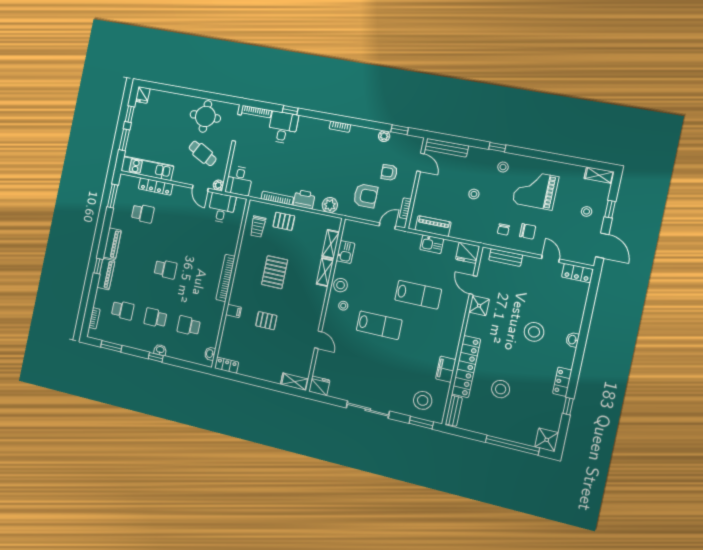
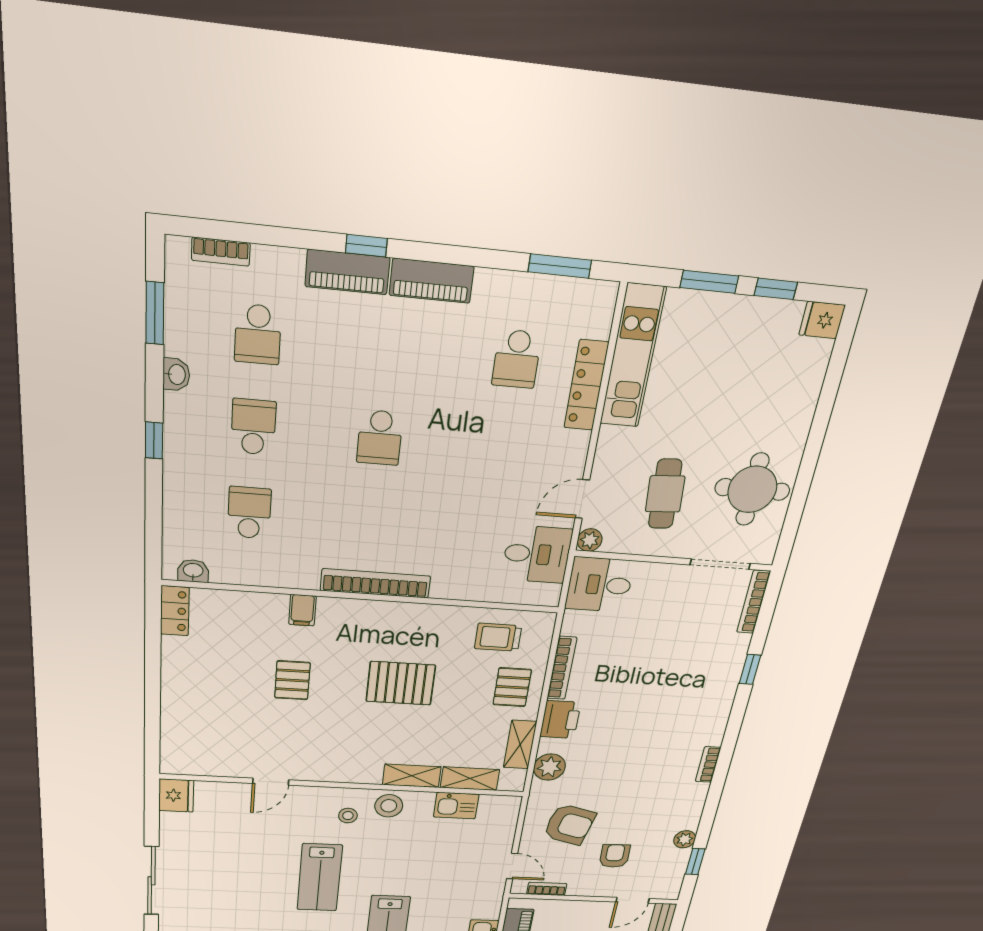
desk: (283, 127) -> (714, 660), removed
cafe table: (203, 153) -> (665, 494), turned -31
armchair: (366, 196) -> (569, 824), turned -76
washbasin: (160, 350) -> (176, 374), moved
shelving: (295, 382) -> (520, 745), moved

